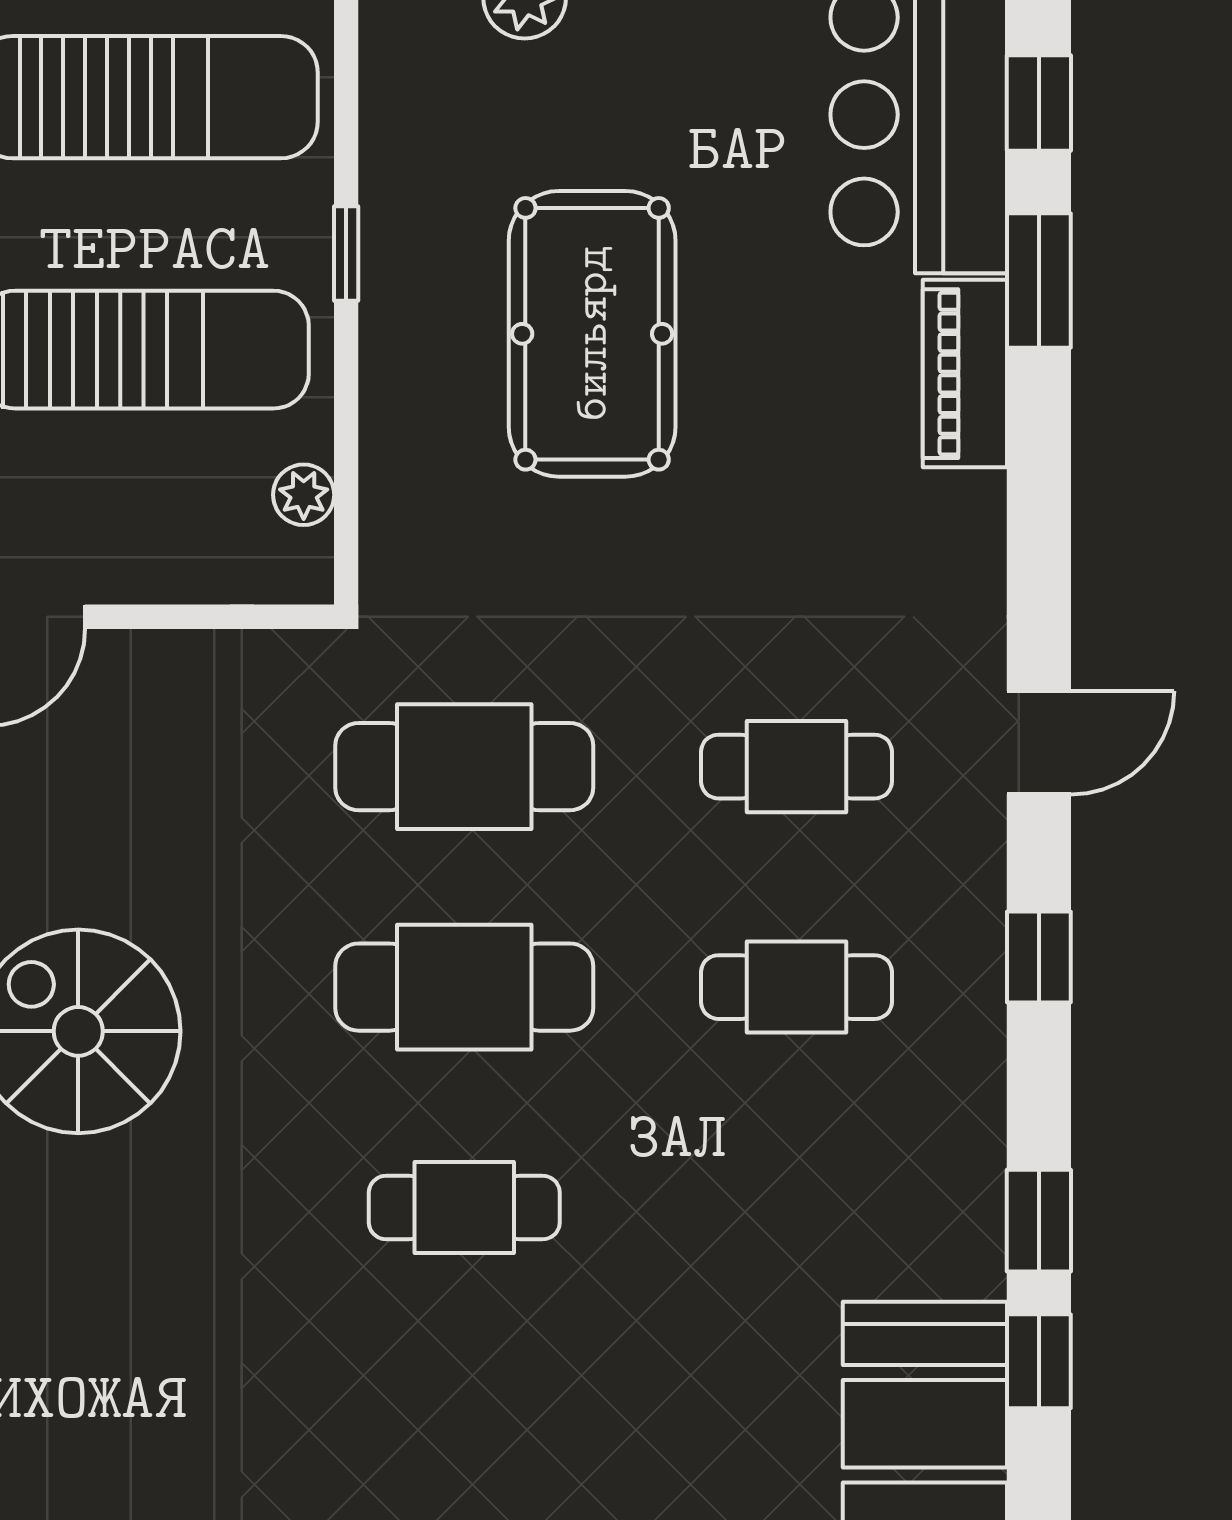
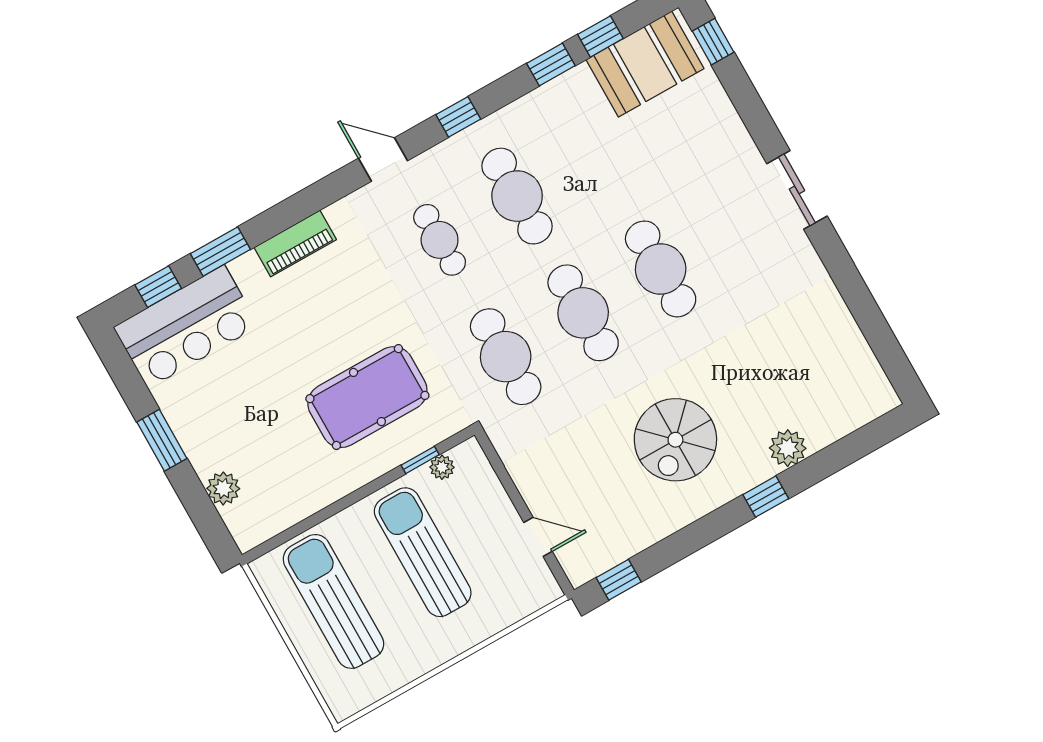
window: (346, 253) -> (420, 460), moved
pool table: (592, 334) -> (367, 397), moved
piano: (965, 374) -> (295, 243), moved
cafe table: (796, 987) -> (517, 196), width x1.37, depth x1.35
cafe table: (464, 1208) -> (661, 269), width x1.37, depth x1.35

